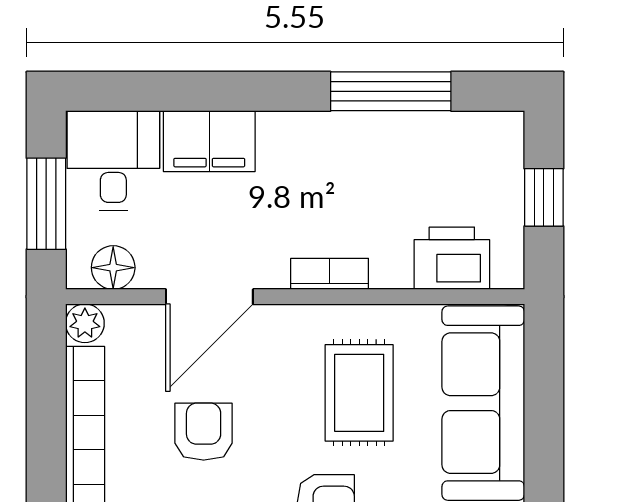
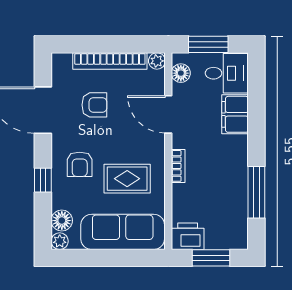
window: (544, 197) -> (211, 258), width x1.50
printer: (452, 258) -> (188, 236), moved, turned -90
armchair: (204, 432) -> (94, 105), moved

